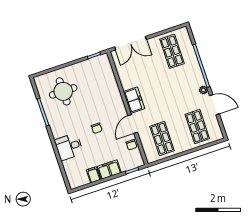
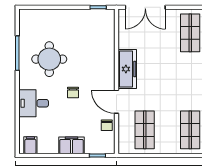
round table: (63, 91) -> (49, 59), moved
freezer: (134, 100) -> (127, 69), width x1.40
door: (133, 124) -> (116, 102), hinge flipped
filing cabinet: (93, 175) -> (30, 145), moved

